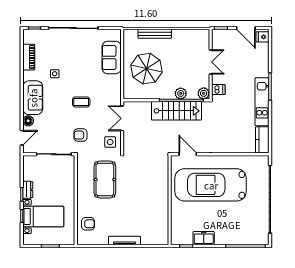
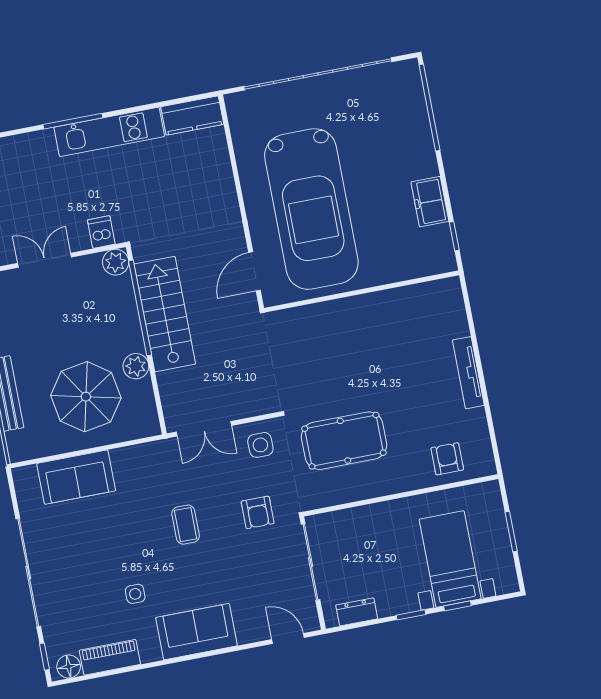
plant: (181, 93) -> (136, 366), moved
floor lamp: (28, 121) -> (69, 666), moved
dresser: (28, 190) -> (357, 612), moved

